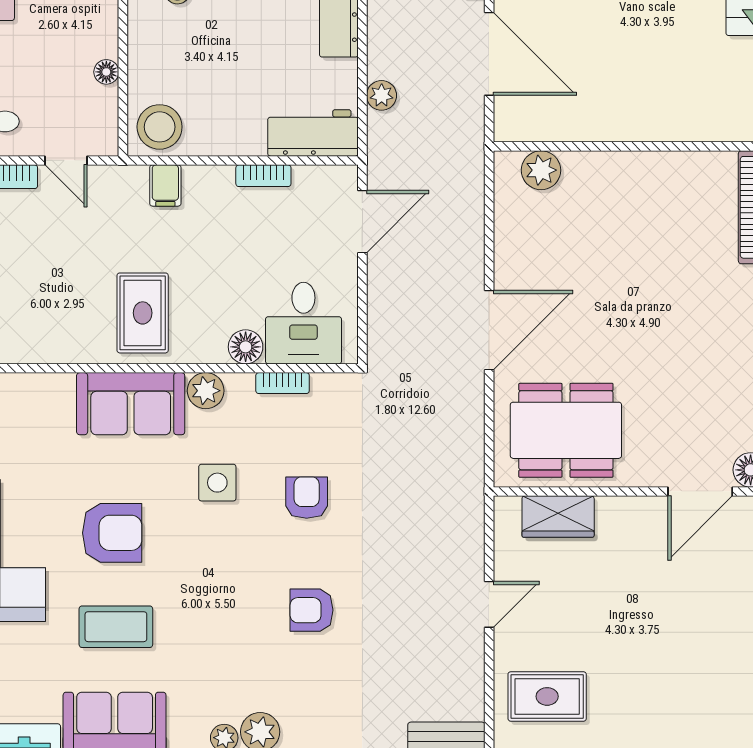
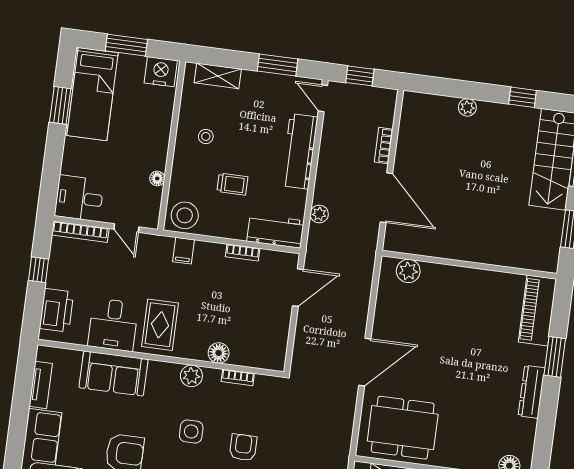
trolley: (232, 65) -> (232, 184), added
desk: (303, 323) -> (113, 325), moved
sofa: (131, 404) -> (114, 373), moved

